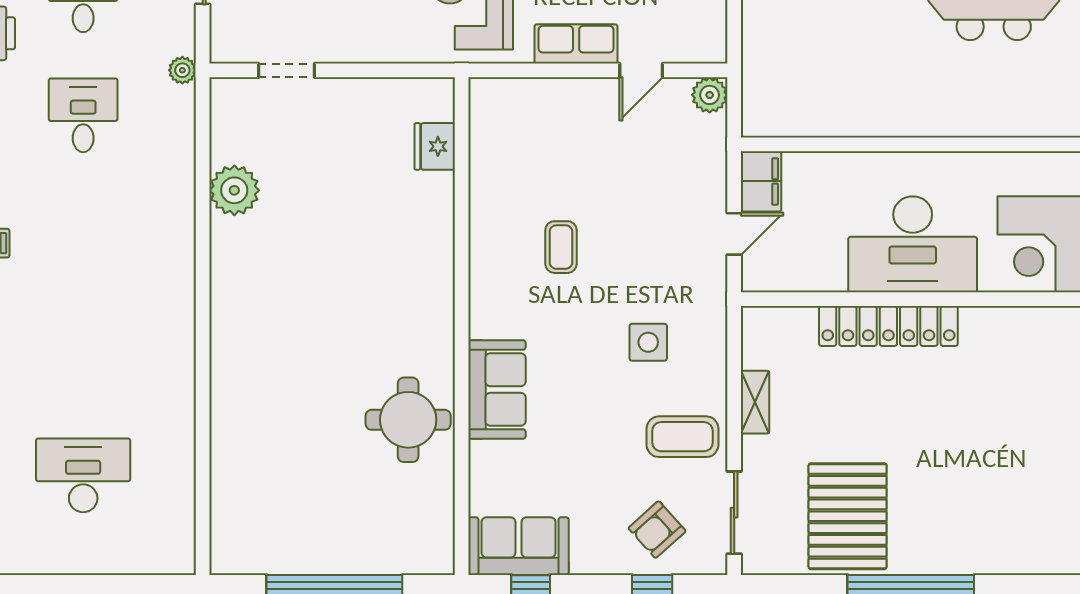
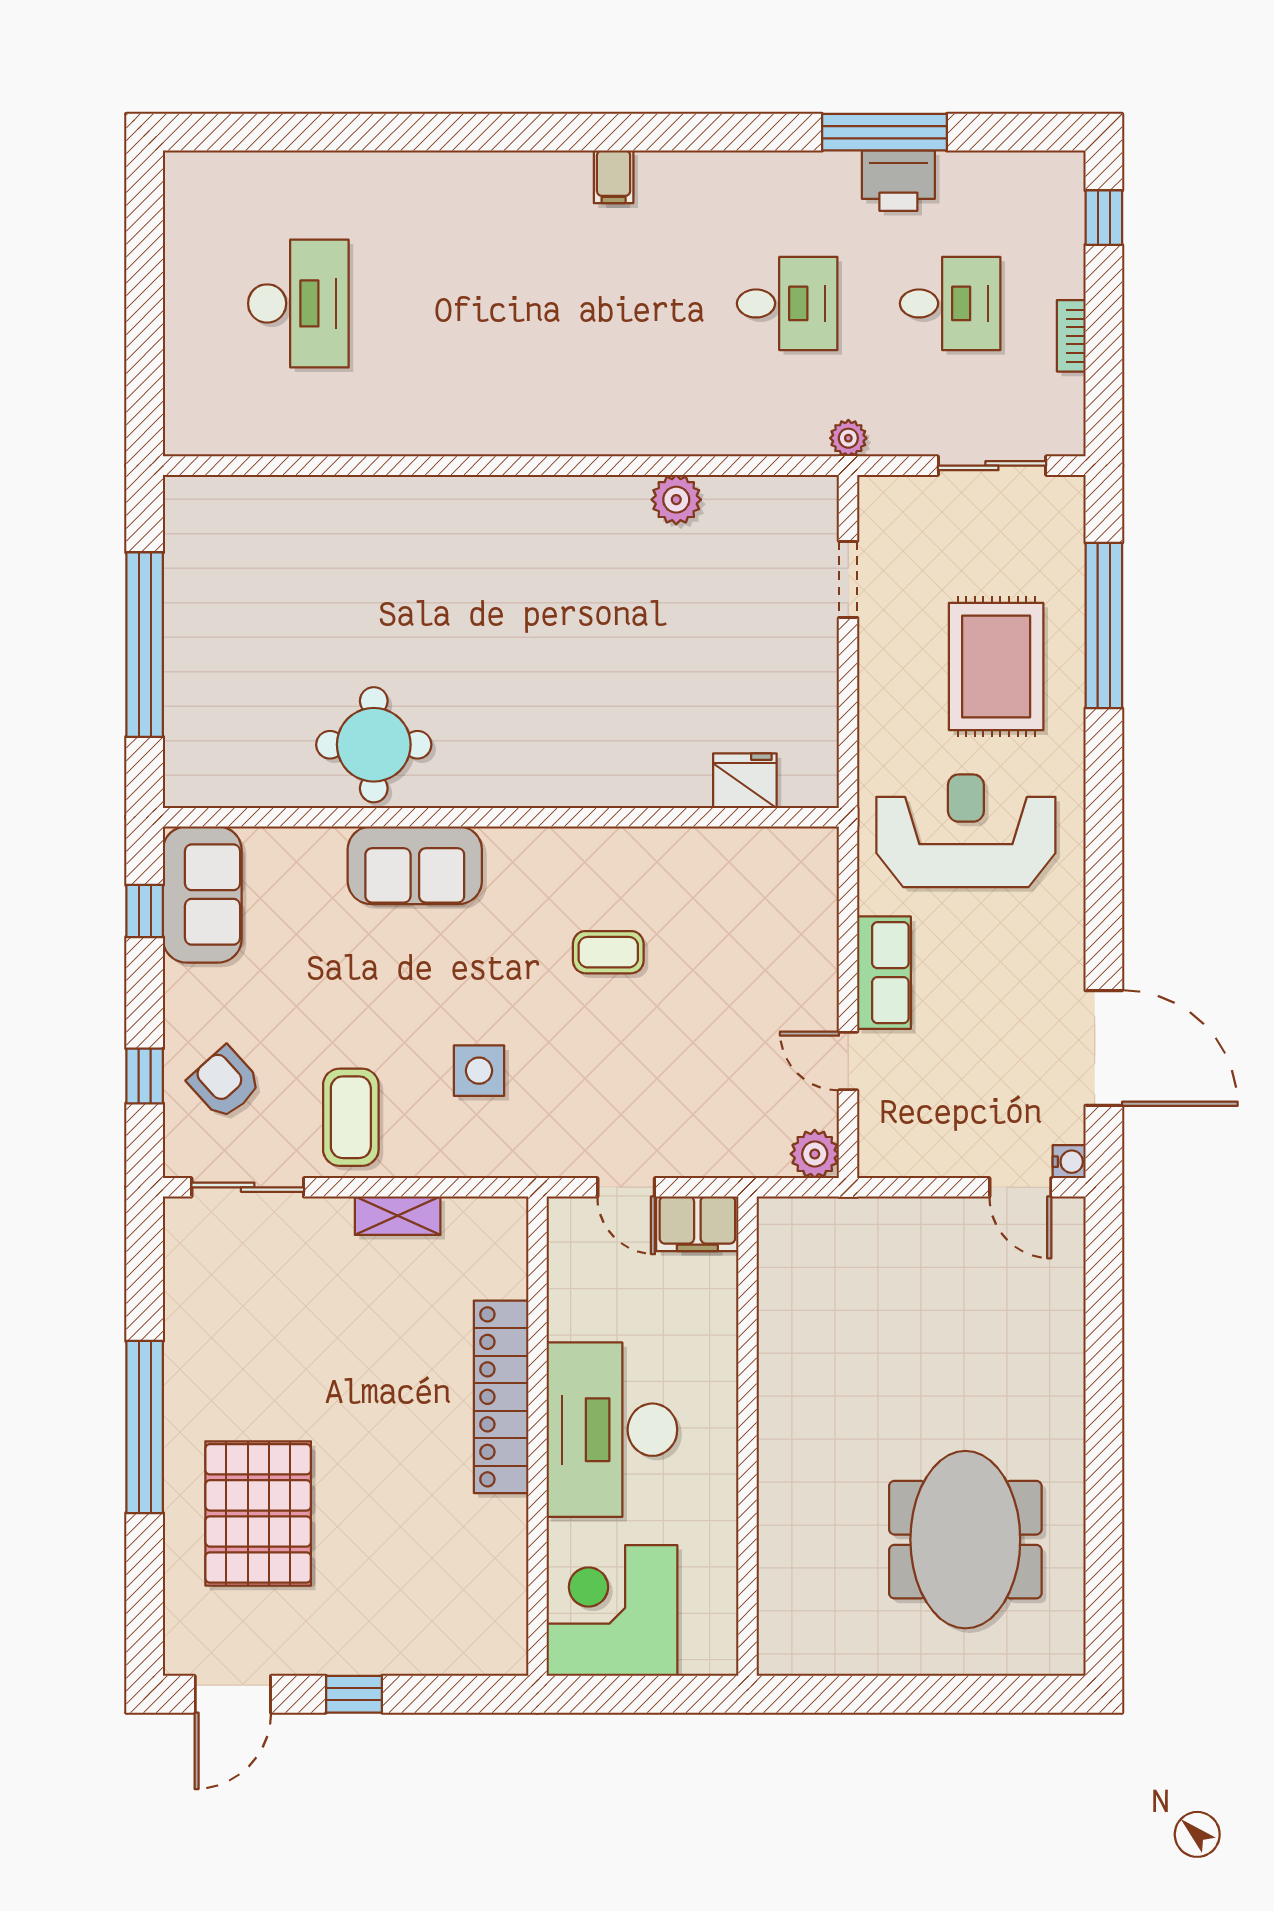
plant: (234, 190) -> (676, 500), width x0.73, depth x0.73
pallet: (848, 516) -> (258, 1513), moved, turned 90

